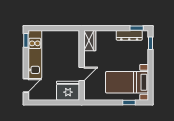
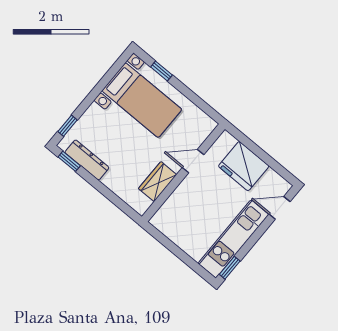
wardrobe: (90, 41) -> (158, 182), moved
fridge: (68, 91) -> (244, 166), moved

